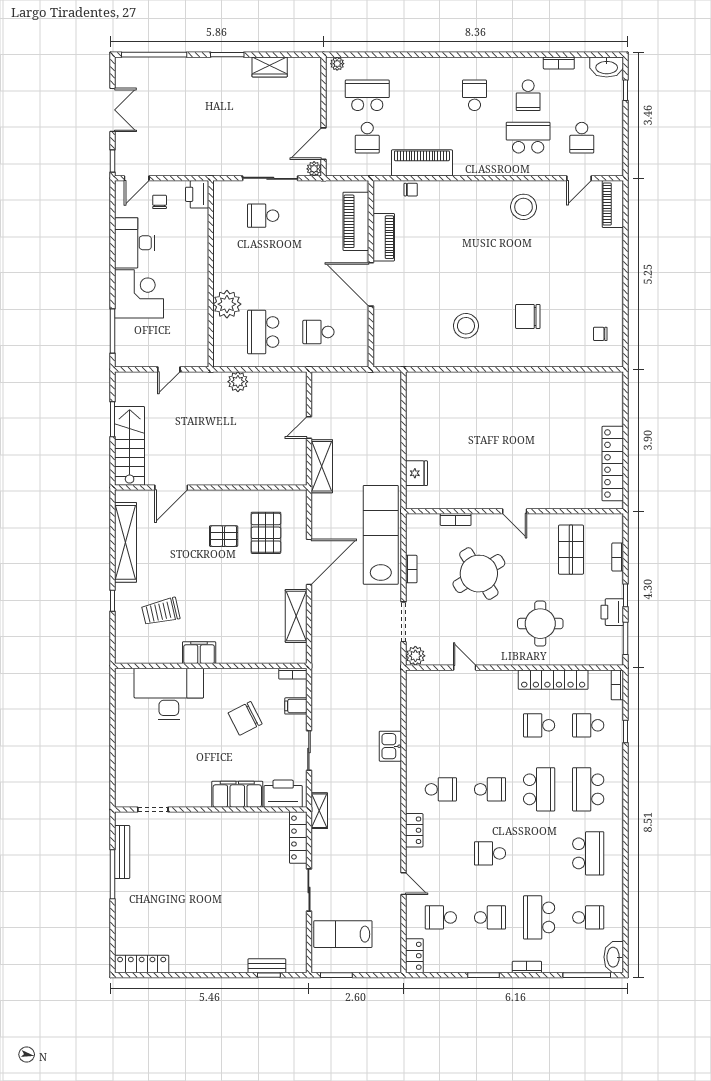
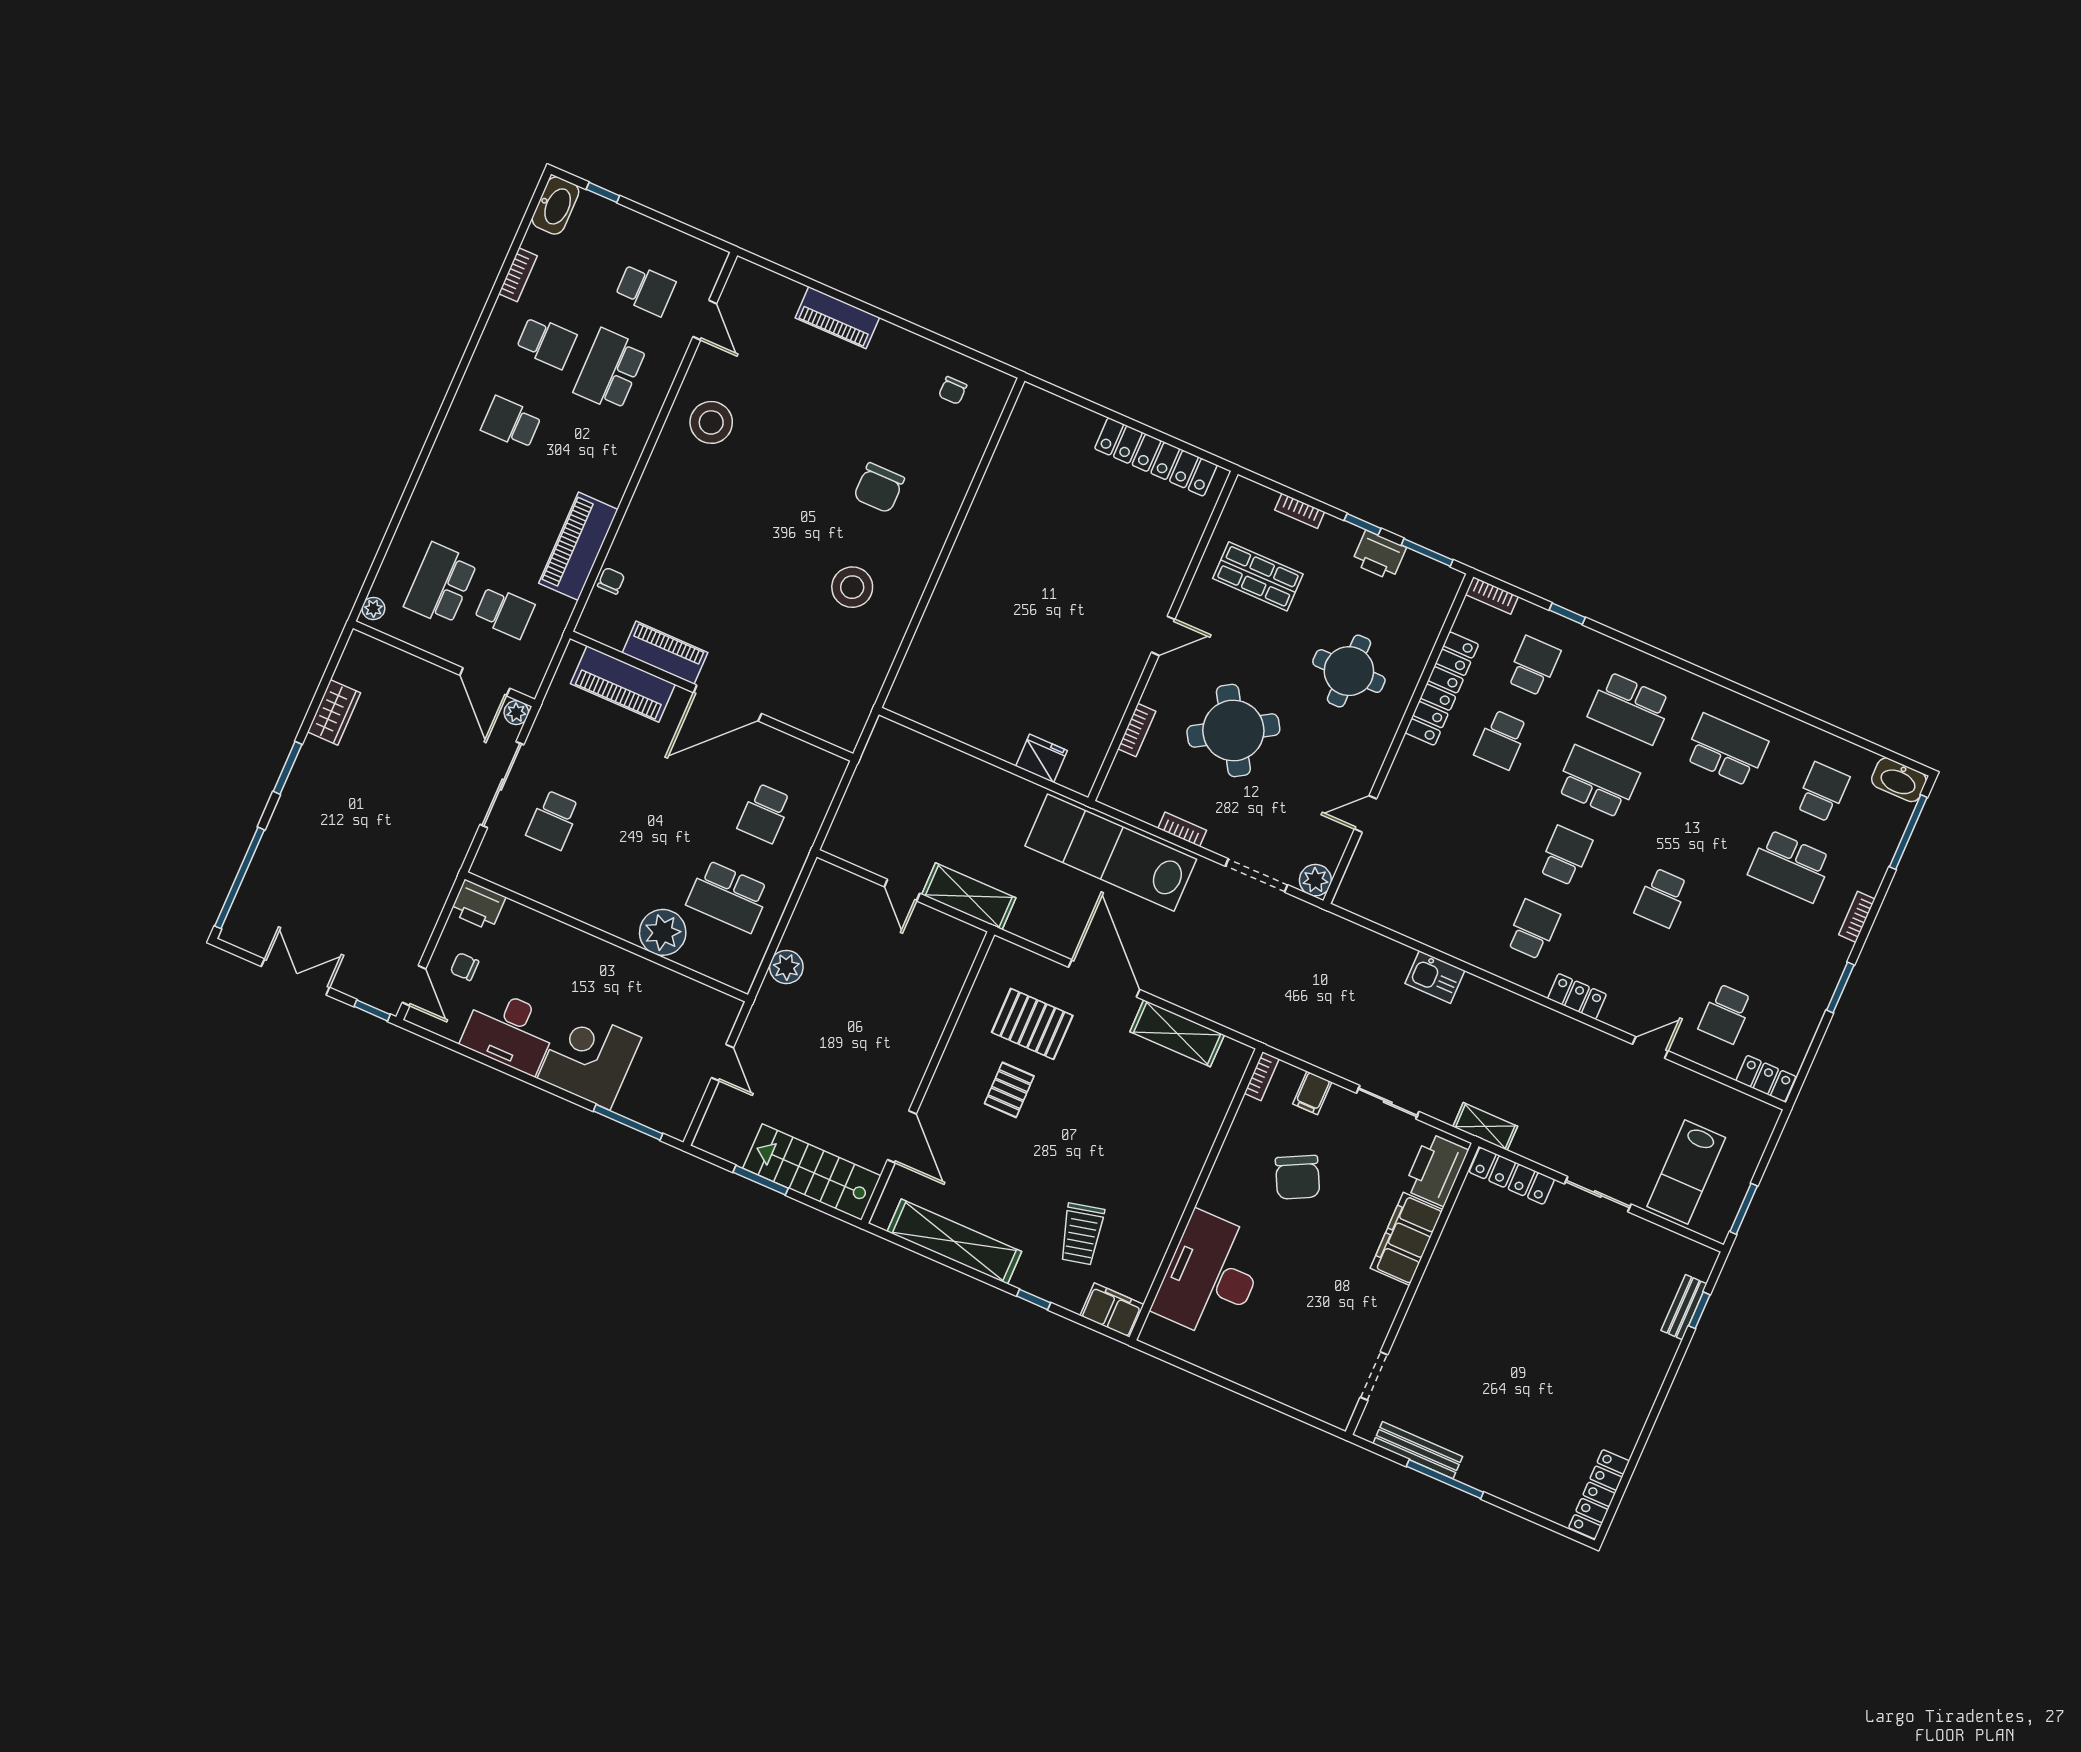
piano: (613, 204) -> (837, 318), moved
filing cabinet: (199, 653) -> (1112, 1310), moved, turned 90
school desk: (588, 725) -> (1534, 666), turned 180
school desk: (490, 917) -> (1758, 940), removed

